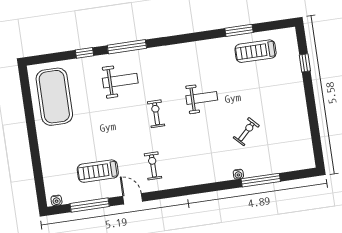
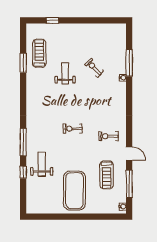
treadmill: (256, 51) -> (39, 53), turned 180
weight bench: (120, 81) -> (42, 164), moved
exercise mat: (54, 97) -> (74, 191), moved, turned 90
weight bench: (202, 98) -> (65, 73), moved
door: (133, 199) -> (129, 154), swing flipped

